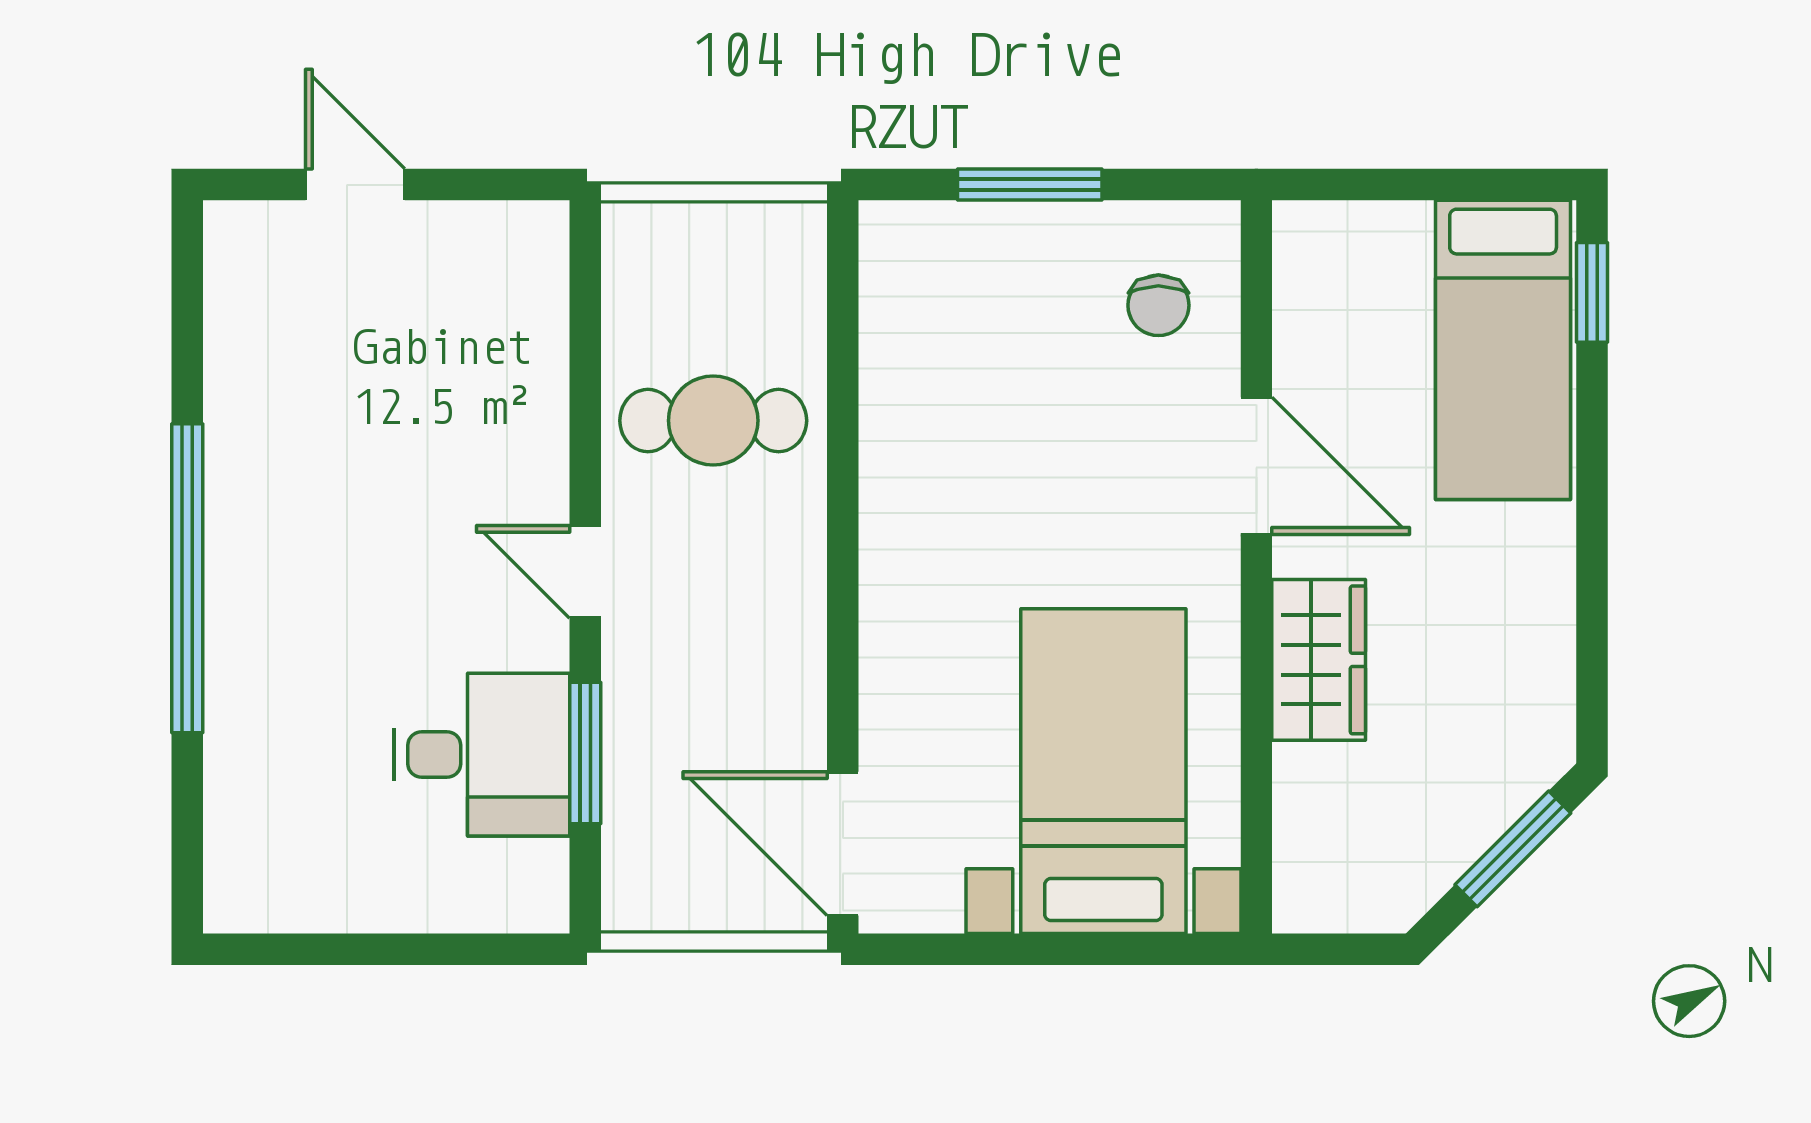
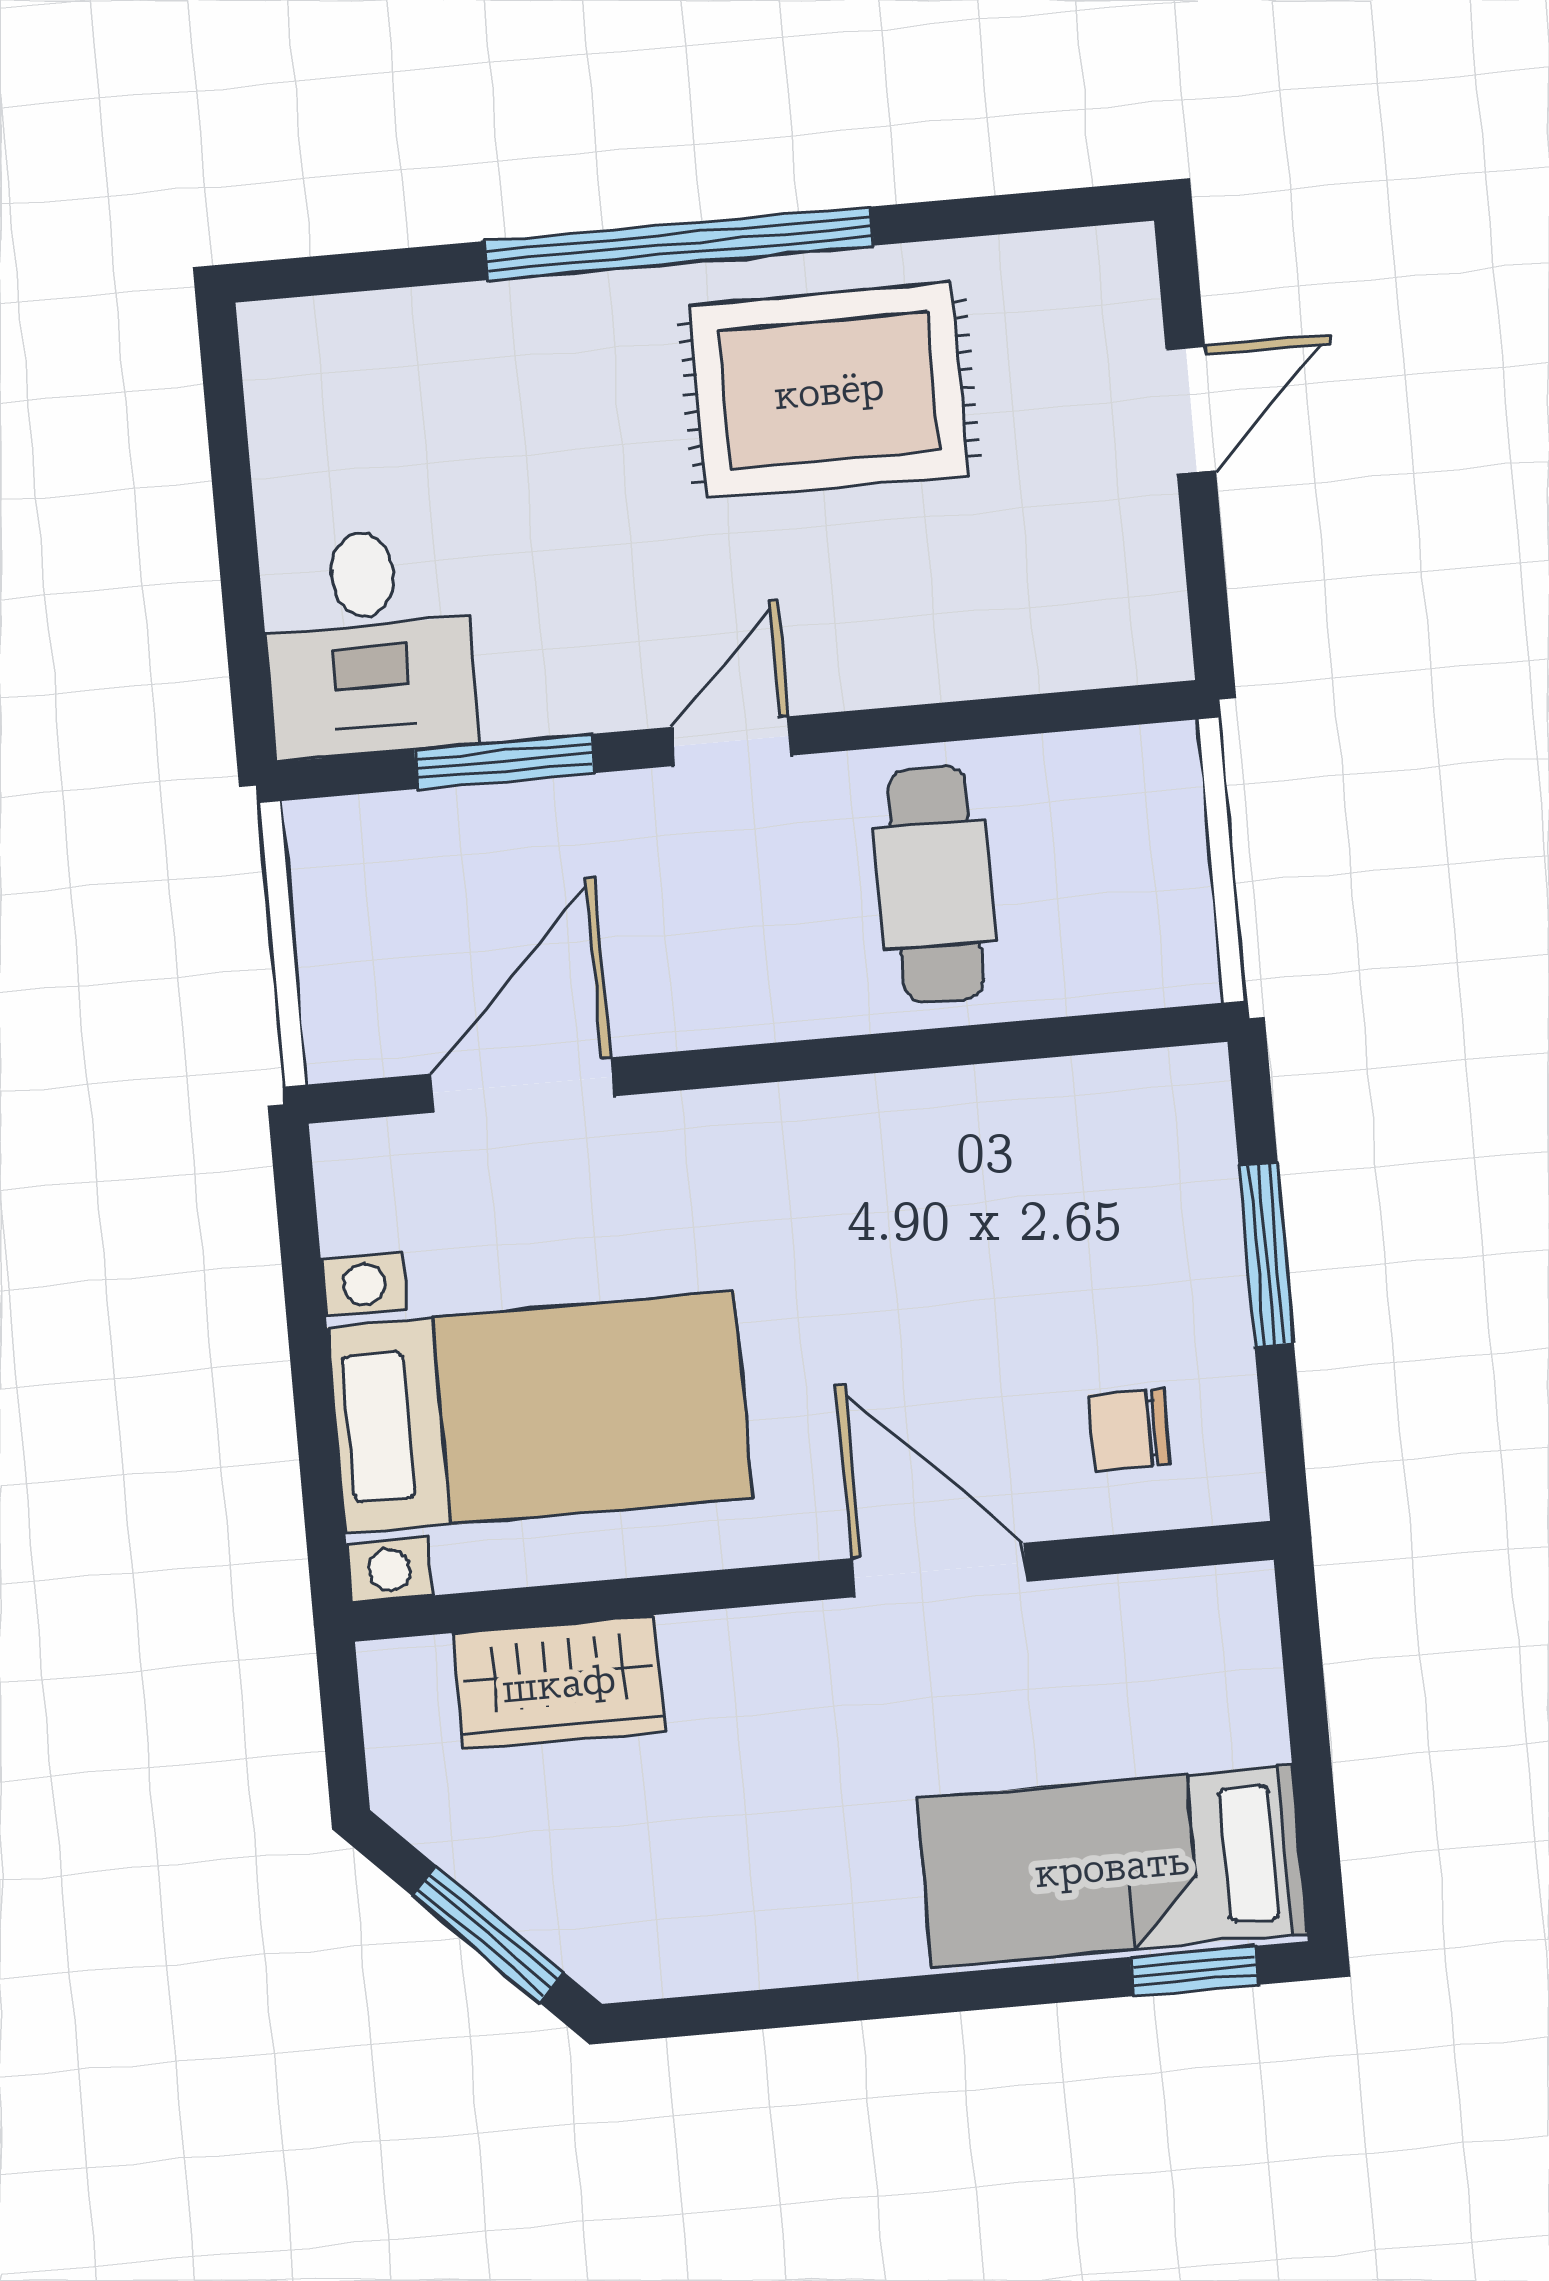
door: (1256, 466) -> (939, 1570), swing flipped
rug: (314, 470) -> (829, 390), added
wardrobe: (1319, 660) -> (559, 1683), moved
desk: (482, 755) -> (369, 643), moved
door: (843, 844) -> (522, 1085), moved

